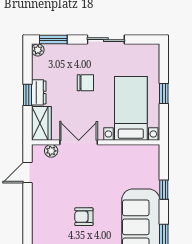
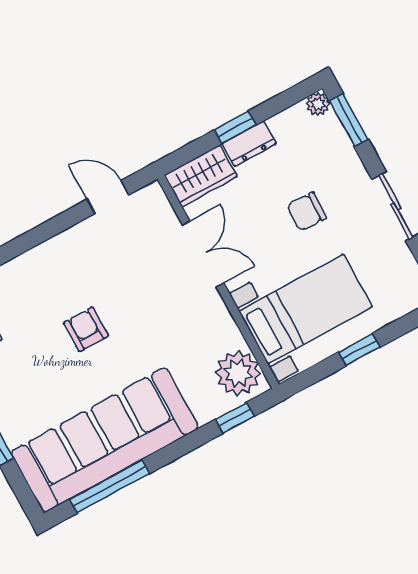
chair: (85, 83) -> (307, 212), turned 92
plant: (51, 151) -> (238, 373), moved, width x1.88, depth x1.88
window: (164, 190) -> (235, 418), moved

